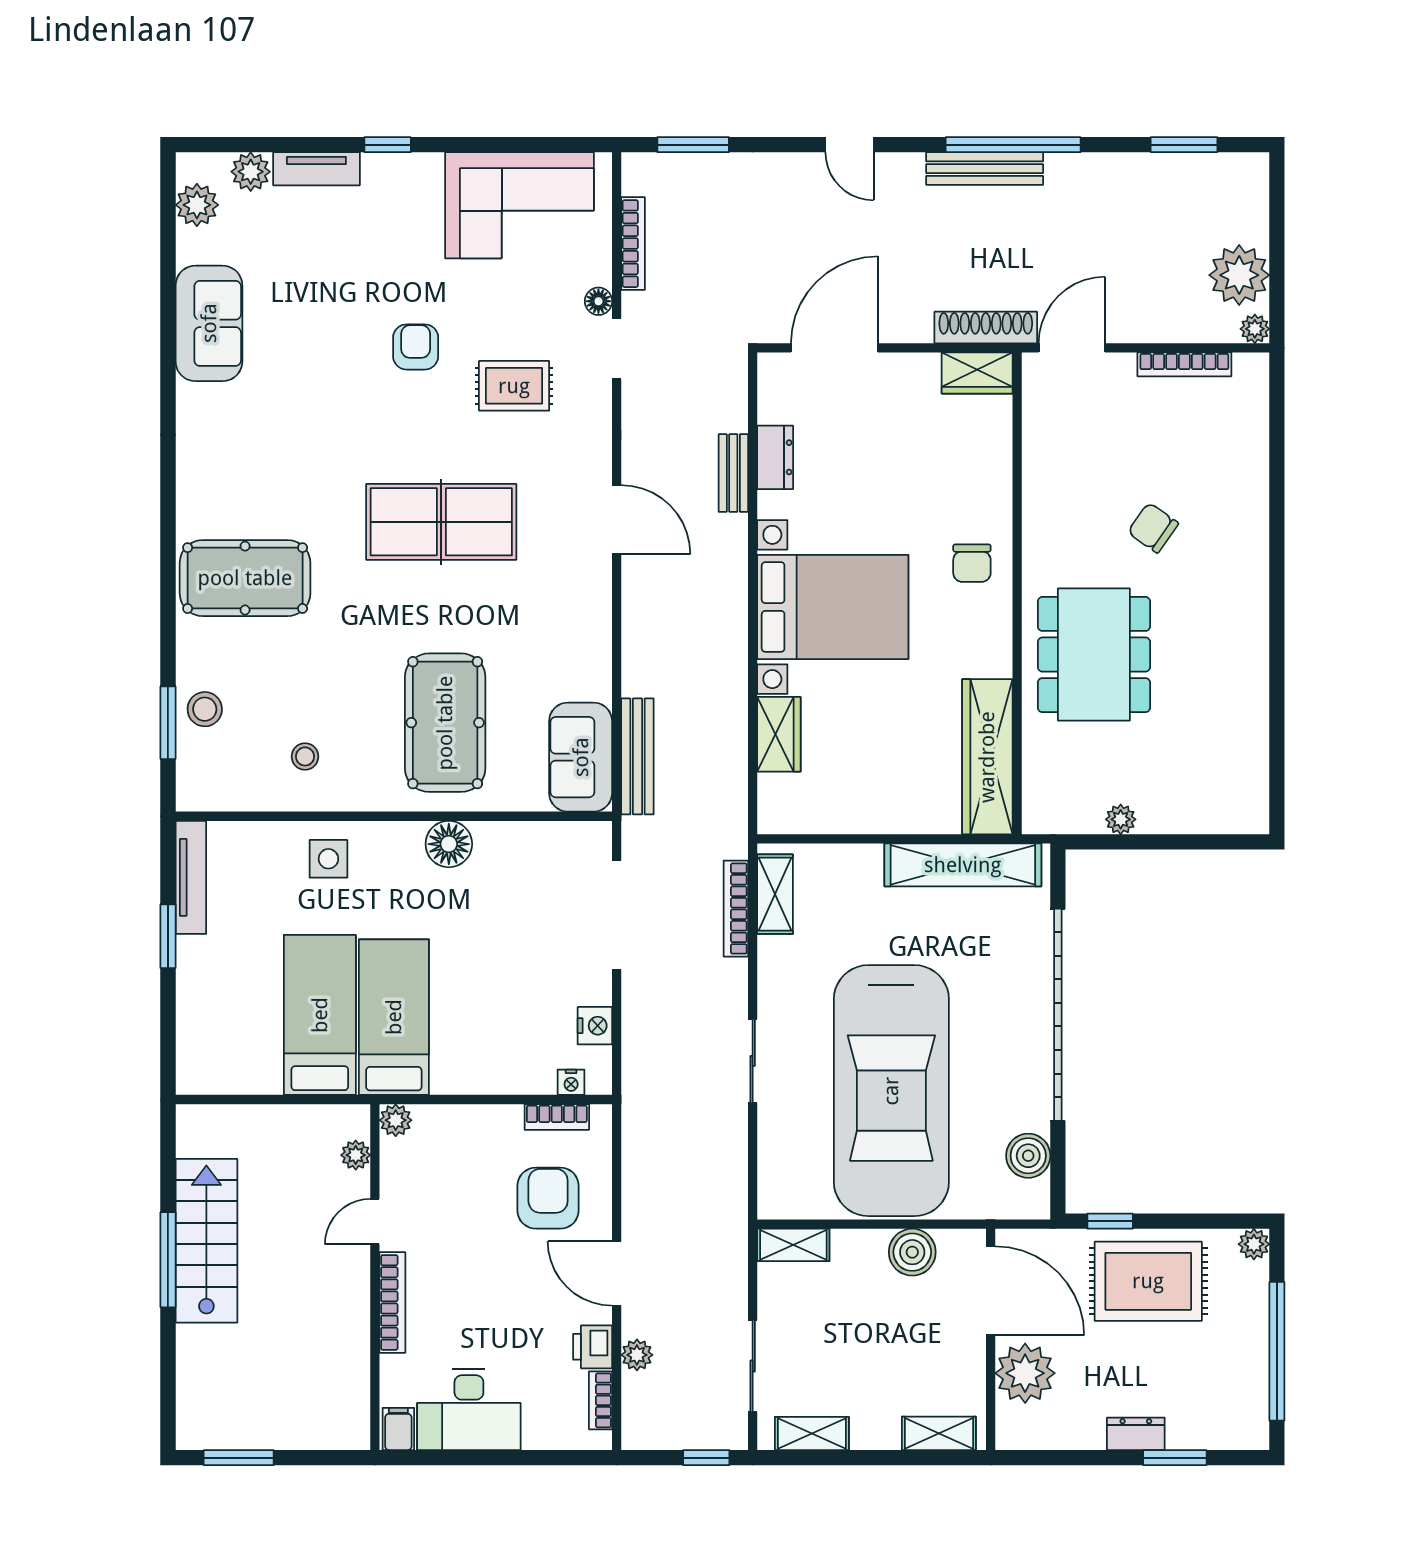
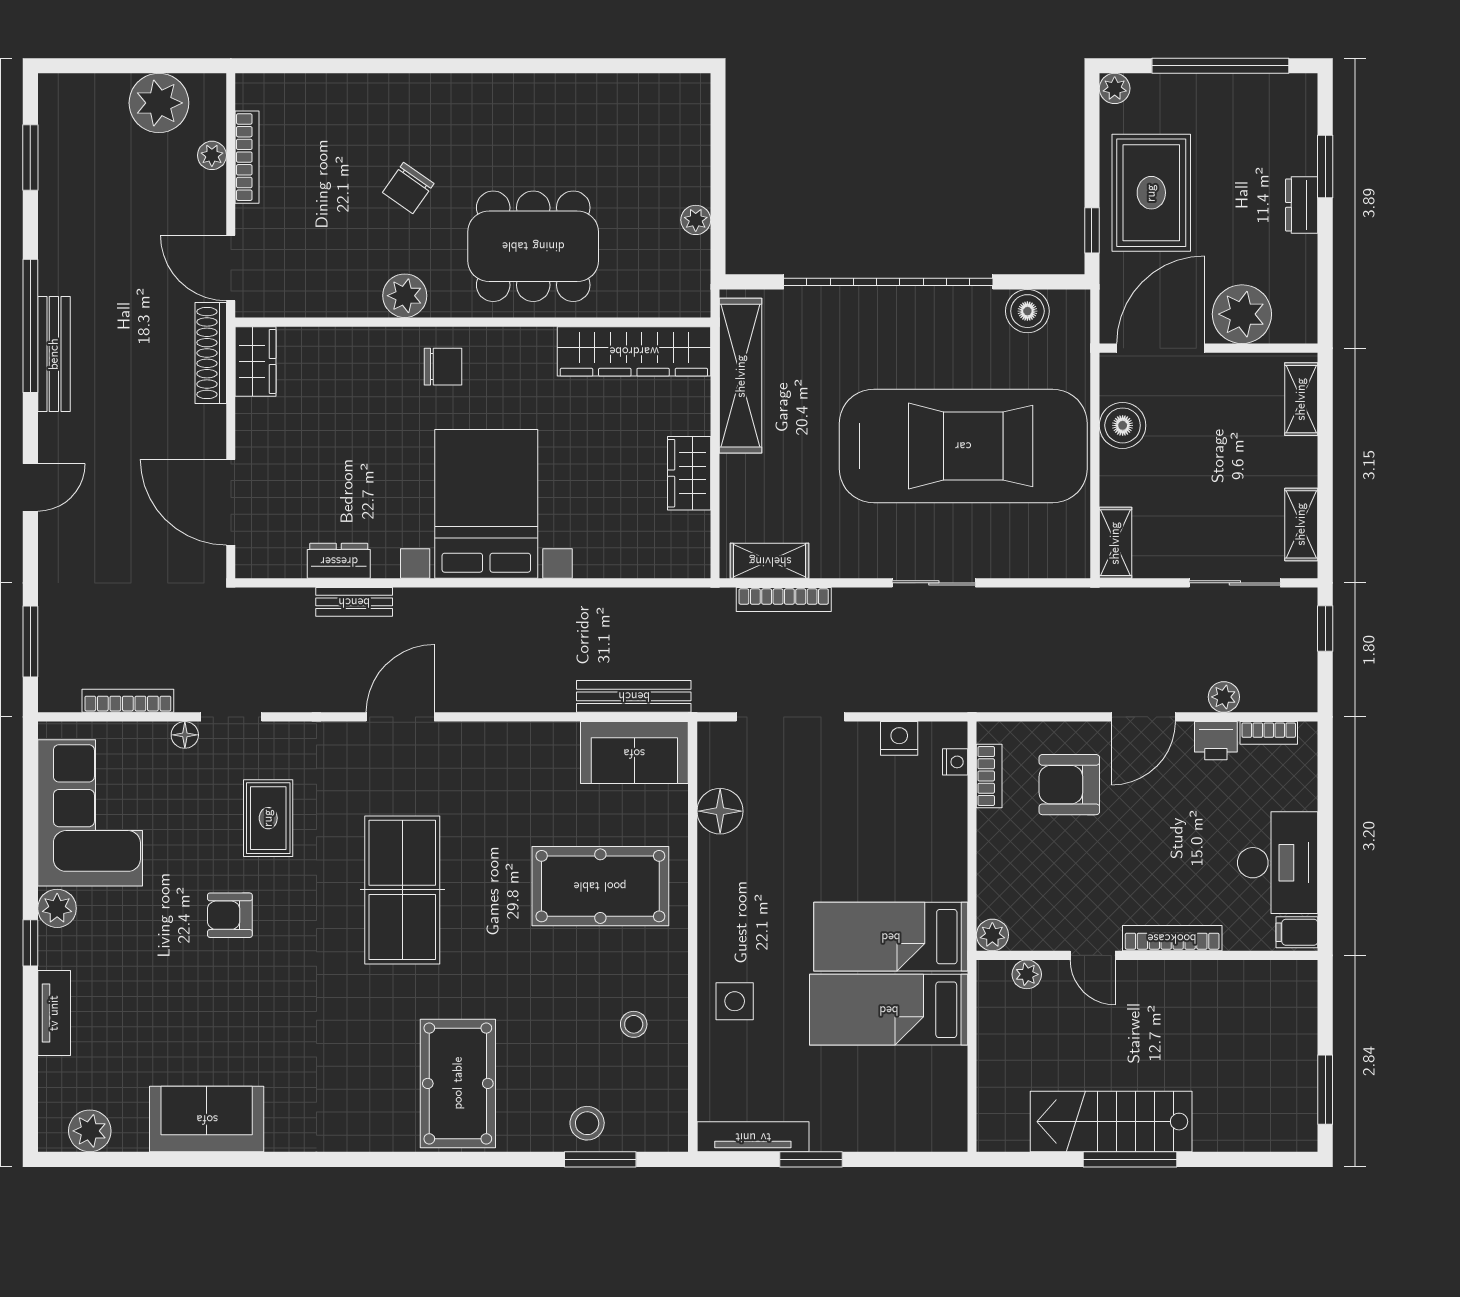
plant: (251, 172) -> (57, 908), moved
plant: (1255, 329) -> (212, 155), moved
plant: (1044, 524) -> (405, 296), added
wardrobe: (779, 734) -> (689, 473), moved, turned -90
floor lamp: (449, 844) -> (720, 811), moved

